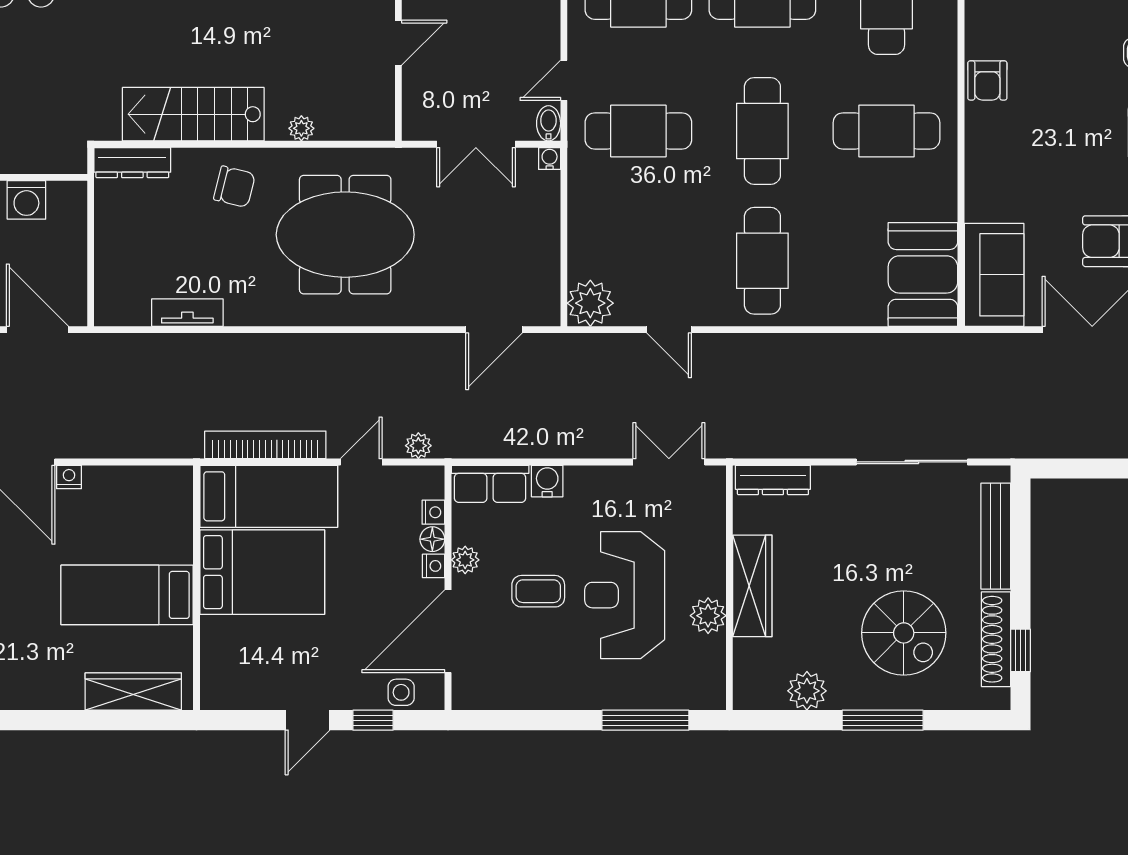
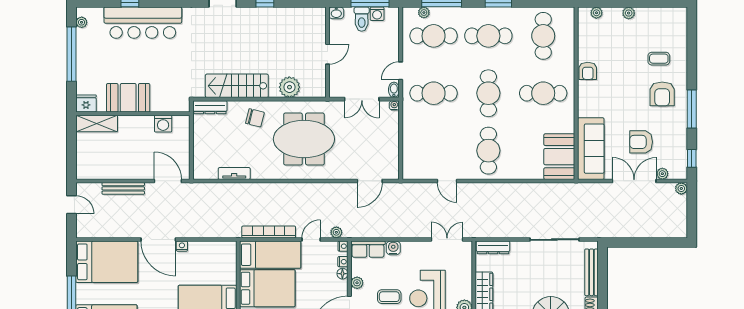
plant: (301, 128) -> (289, 87), width x1.87, depth x1.87
sofa: (994, 275) -> (591, 149), width x1.36
plant: (590, 303) -> (412, 169), removed
nightstand: (434, 566) -> (343, 246), moved

